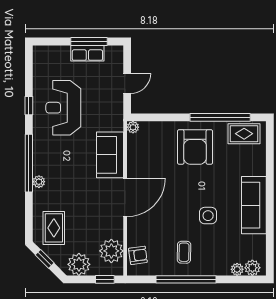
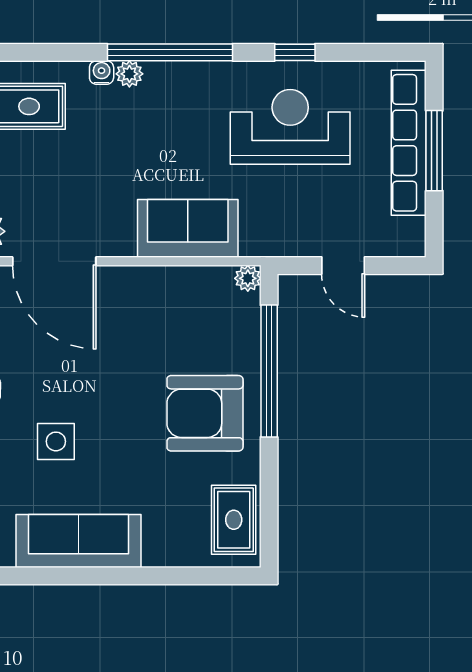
window: (89, 41) -> (434, 151), moved
row of seats: (87, 53) -> (409, 143), width x2.02
window: (220, 117) -> (269, 371), moved
water cooler: (38, 195) -> (102, 73), added
door: (125, 197) -> (54, 261), moved

